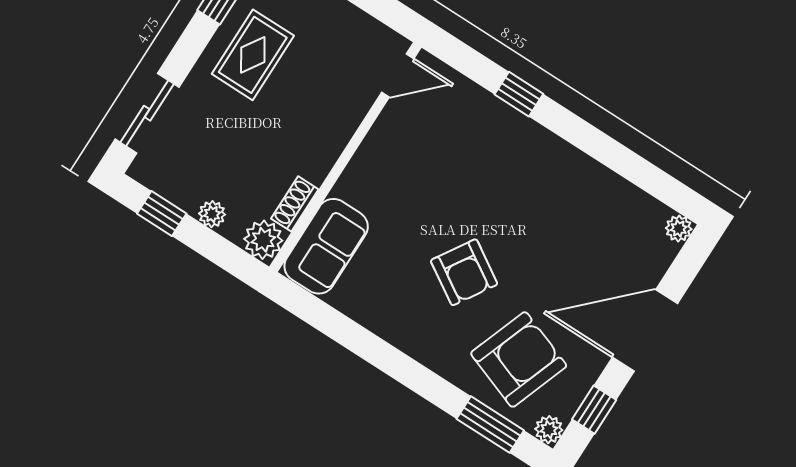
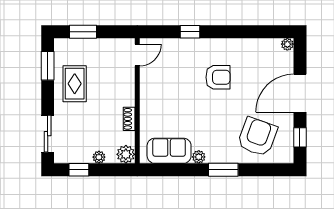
shoe rack: (295, 204) -> (129, 119), moved
sofa: (326, 246) -> (169, 151), moved, turned -90
armchair: (464, 272) -> (218, 77), moved, turned -32
window: (490, 425) -> (223, 170), moved
plant: (549, 430) -> (199, 157), moved

